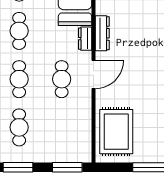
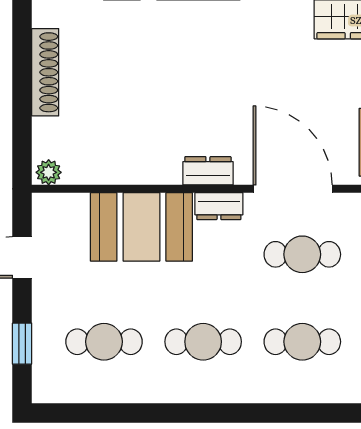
dresser: (102, 33) -> (208, 171), width x0.70
door: (94, 74) -> (293, 189), width x1.36

